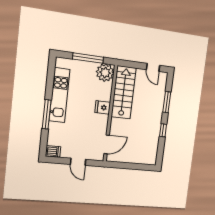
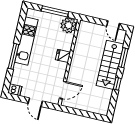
stairs: (124, 92) -> (110, 65), moved, turned 180

